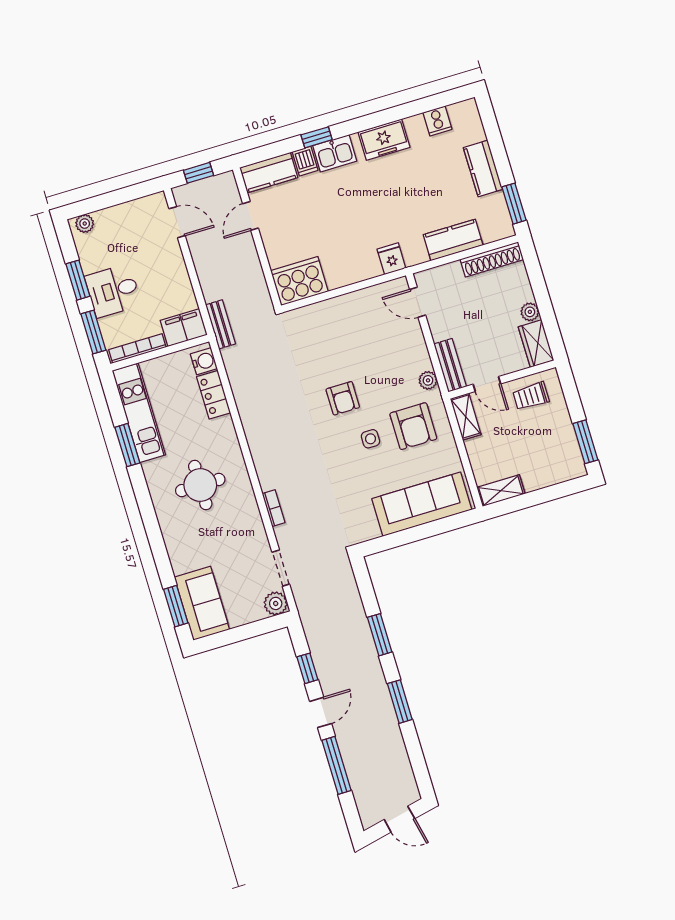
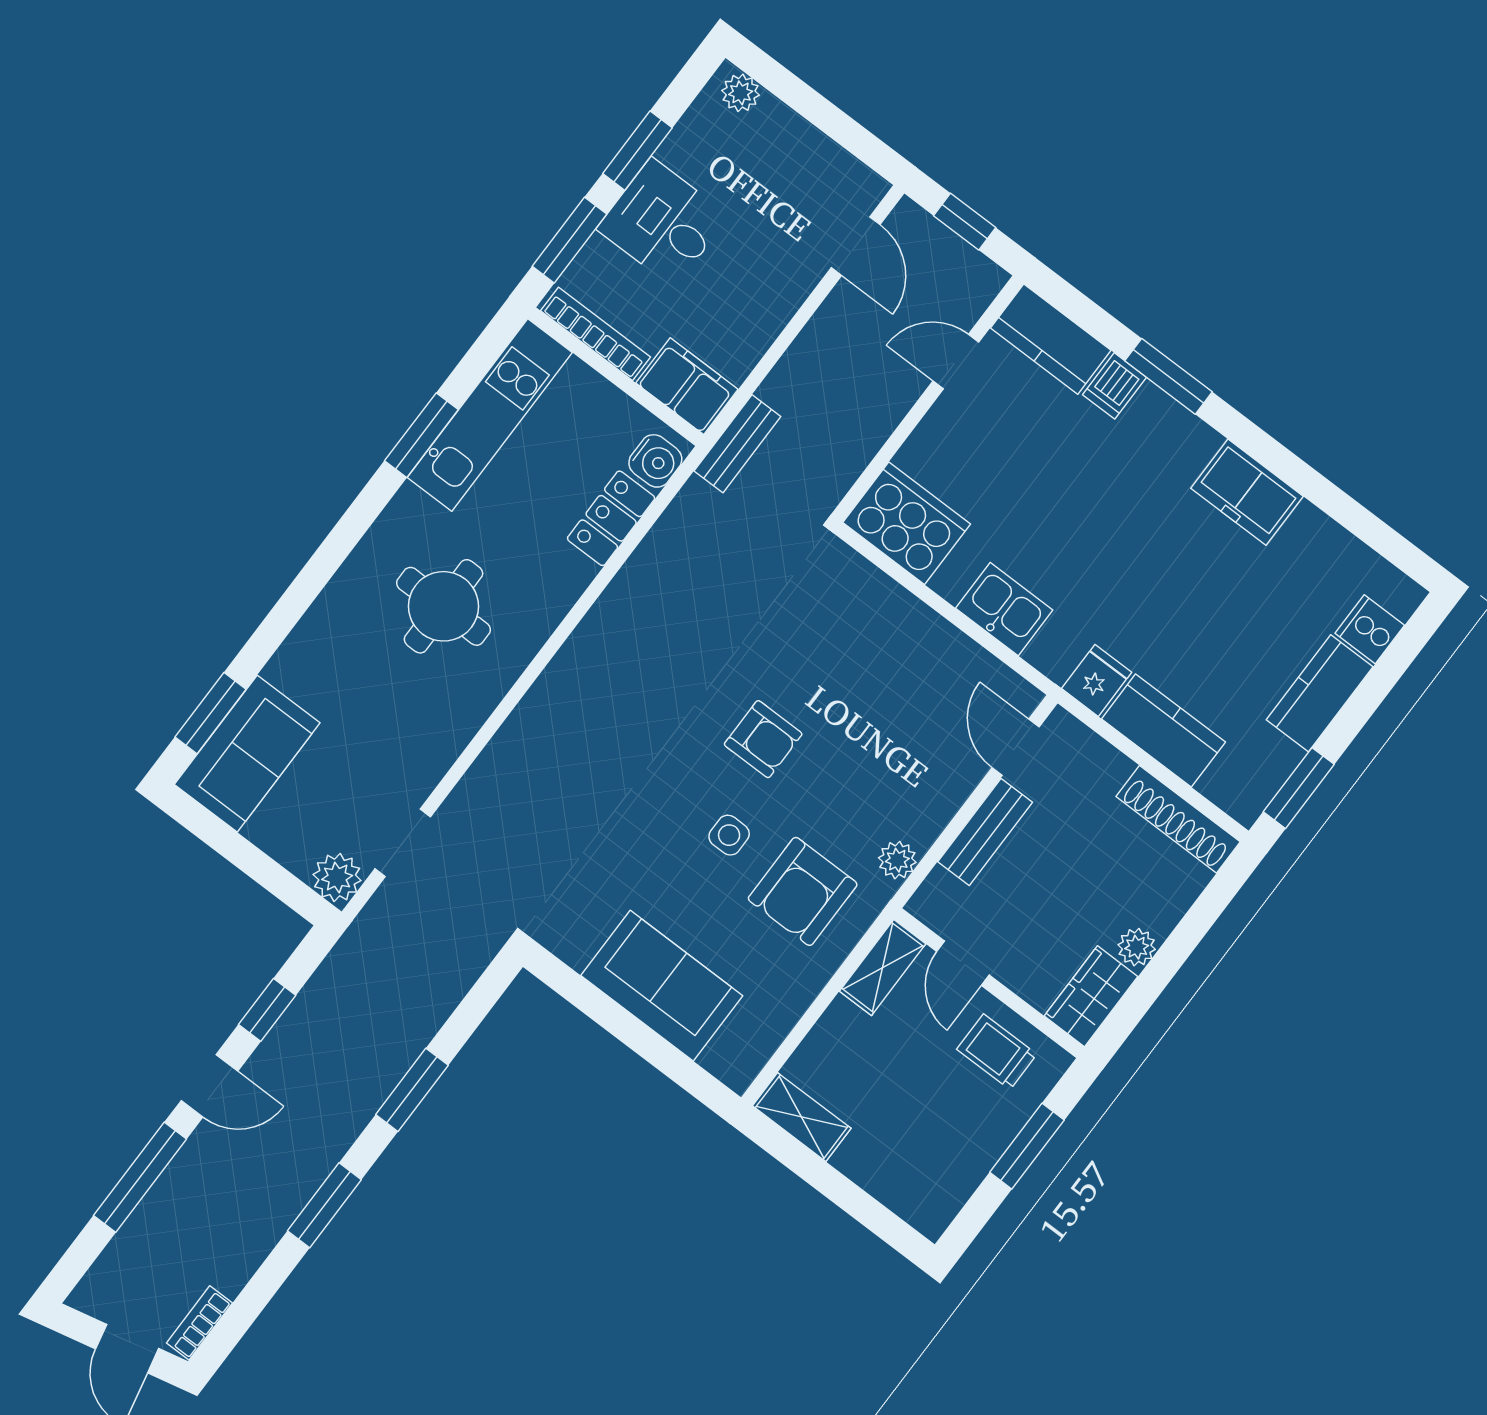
cooker: (437, 121) -> (1370, 629), moved, turned 90
window: (317, 137) -> (1168, 376), width x1.50
kitchen sink: (335, 153) -> (1004, 609), moved, turned 180
fridge: (391, 259) -> (1097, 680), moved
bench: (450, 365) -> (985, 832), moved
armchair: (343, 398) -> (763, 739), turned -90
window: (585, 442) -> (1027, 1146), moved
sofa: (422, 504) -> (662, 986), width x0.73
bookcase: (274, 508) -> (199, 1323), moved, turned 180

